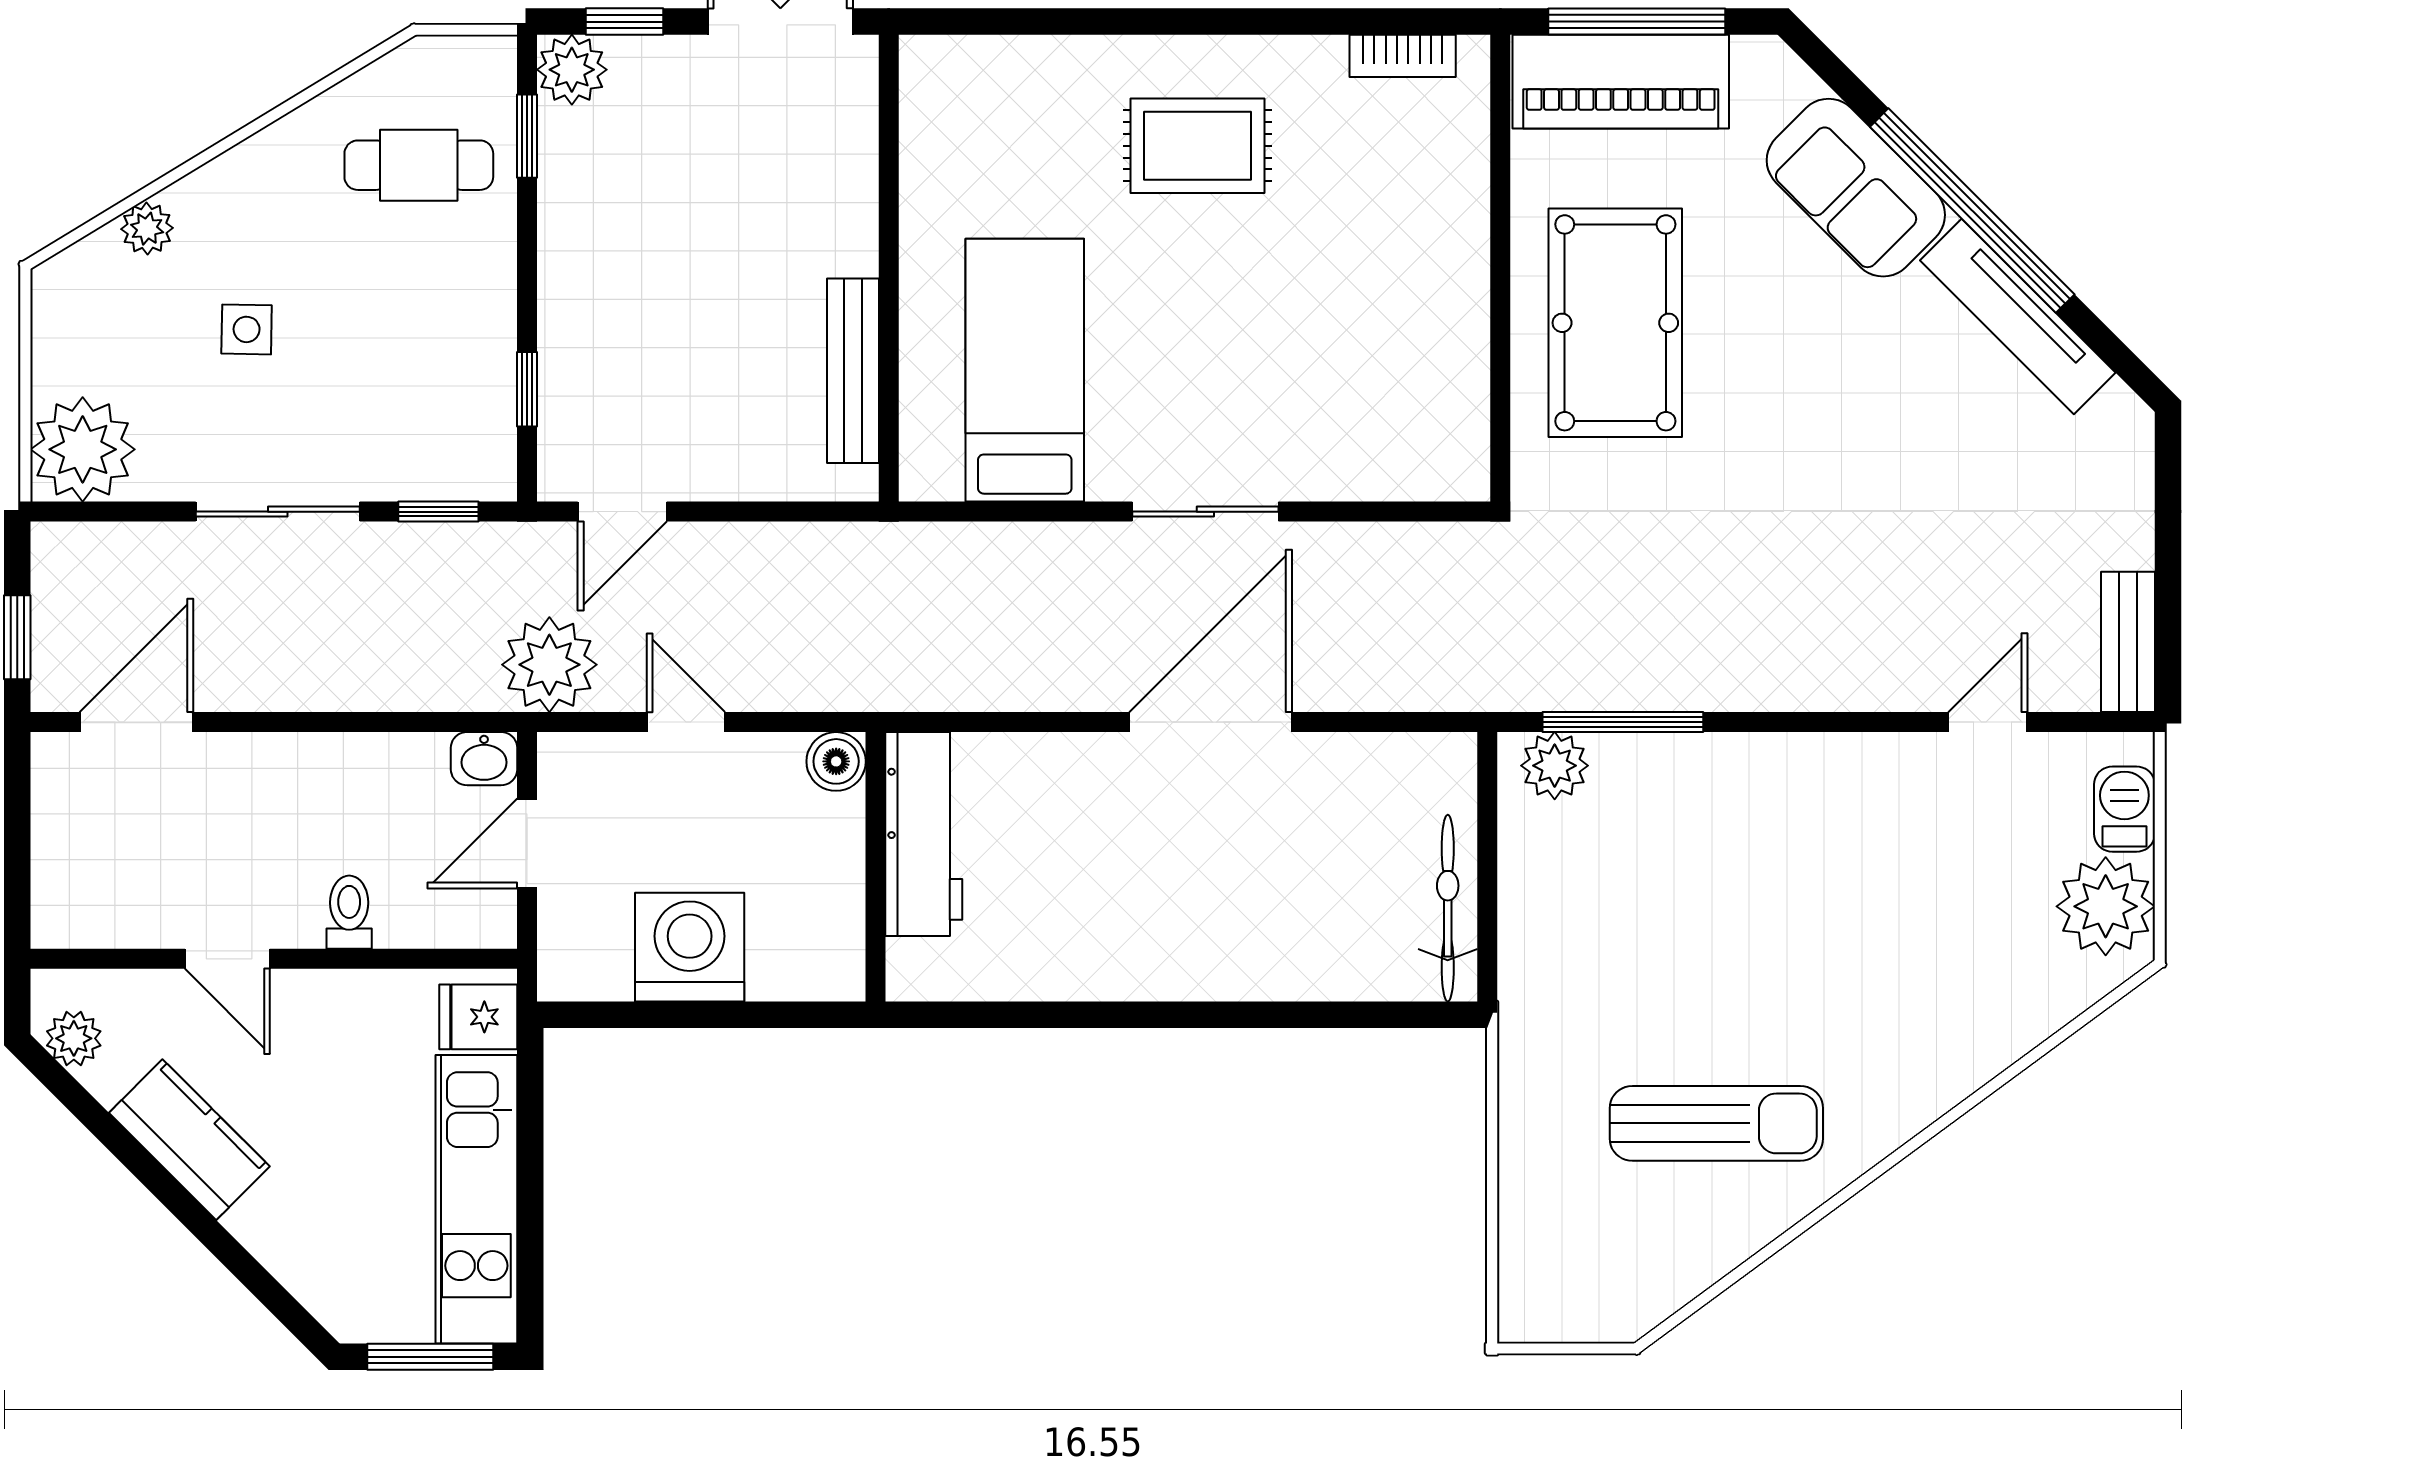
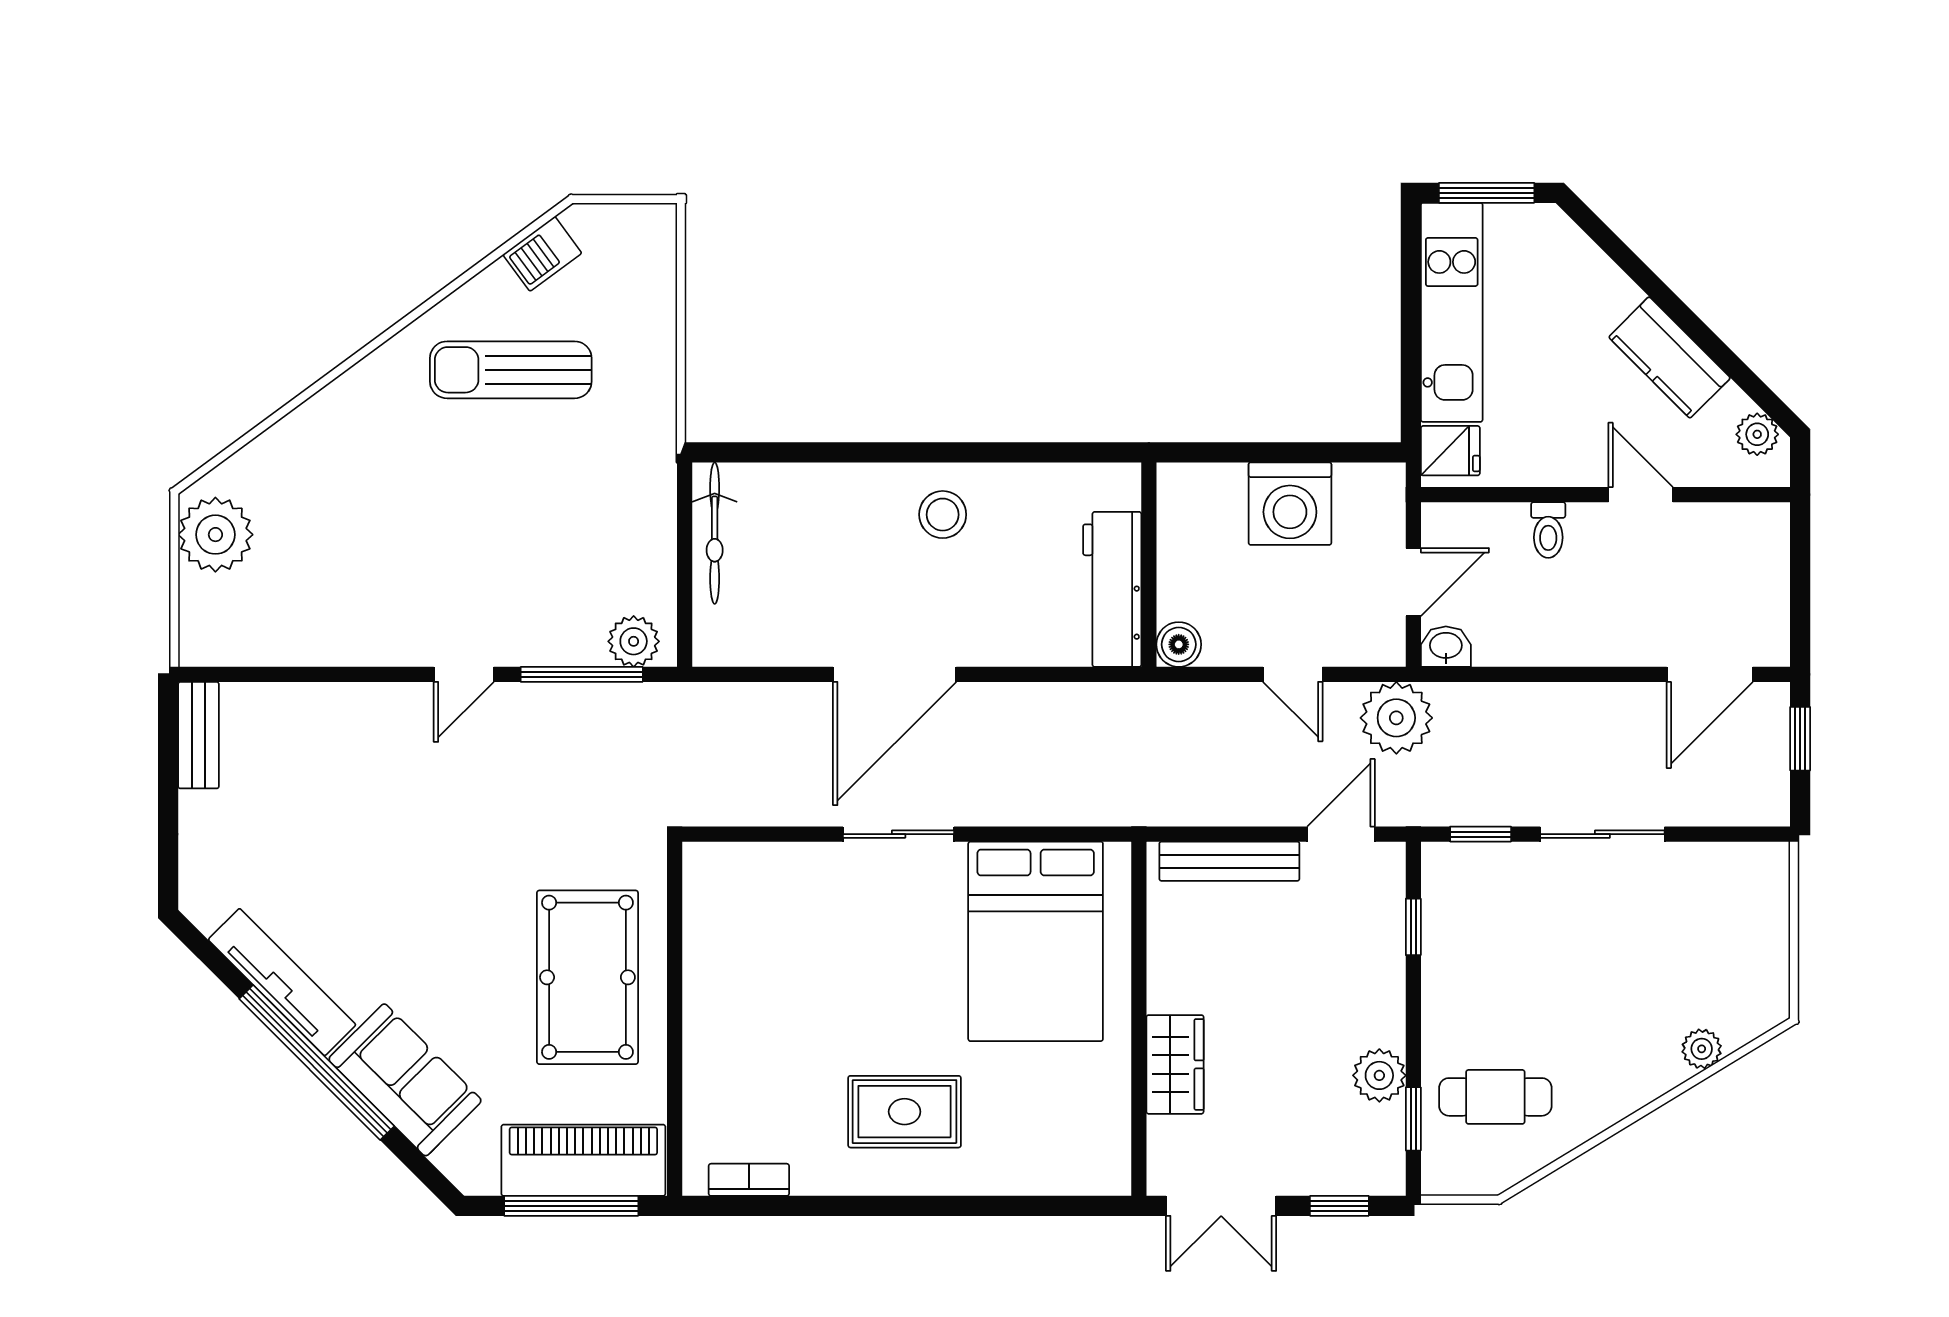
plant: (572, 70) -> (1379, 1075), moved
wardrobe: (841, 208) -> (1175, 1064), added
side table: (247, 329) -> (1626, 972), removed
bed: (1025, 370) -> (1036, 941), width x1.50
bench: (853, 371) -> (1229, 861), moved, turned 90
plant: (83, 449) -> (1750, 881), removed
door: (1988, 722) -> (464, 674), moved
barbecue: (2124, 809) -> (542, 254), moved, turned 54
stool: (1147, 933) -> (943, 515), added

